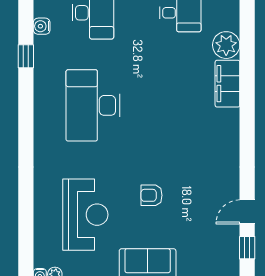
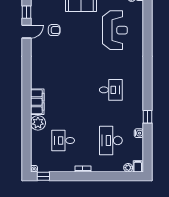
desk: (93, 105) -> (111, 90), width x0.53, depth x0.77
armchair: (152, 195) -> (54, 30), moved
reception desk: (85, 215) -> (115, 30), turned 180

